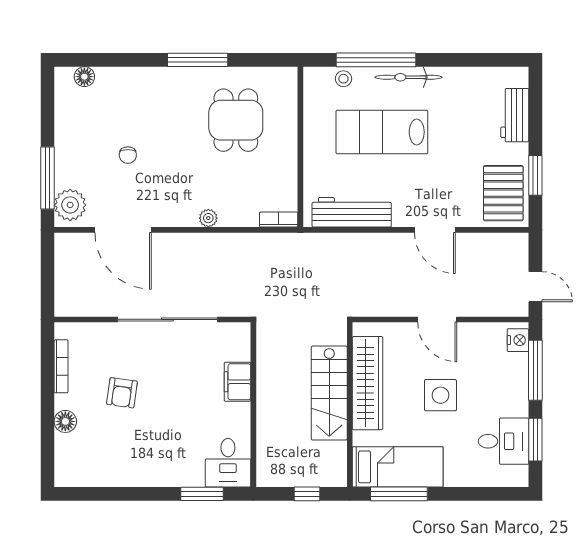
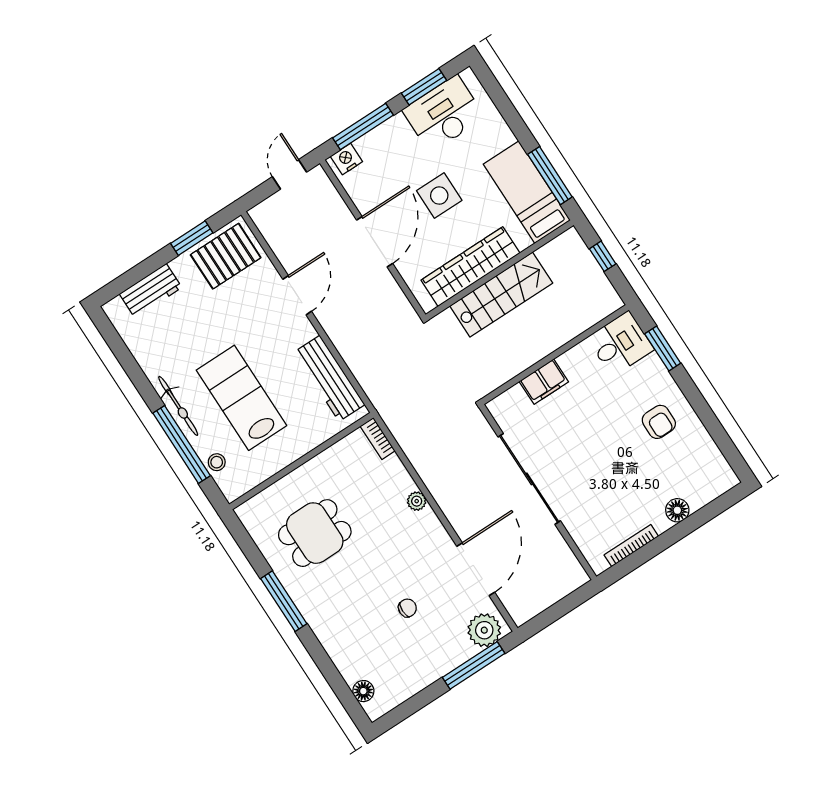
lab bench: (382, 132) -> (242, 398), turned 180
door: (437, 319) -> (375, 242), width x1.36
armchair: (122, 393) -> (659, 422), moved, turned 82
desk: (504, 441) -> (444, 114), width x1.37

